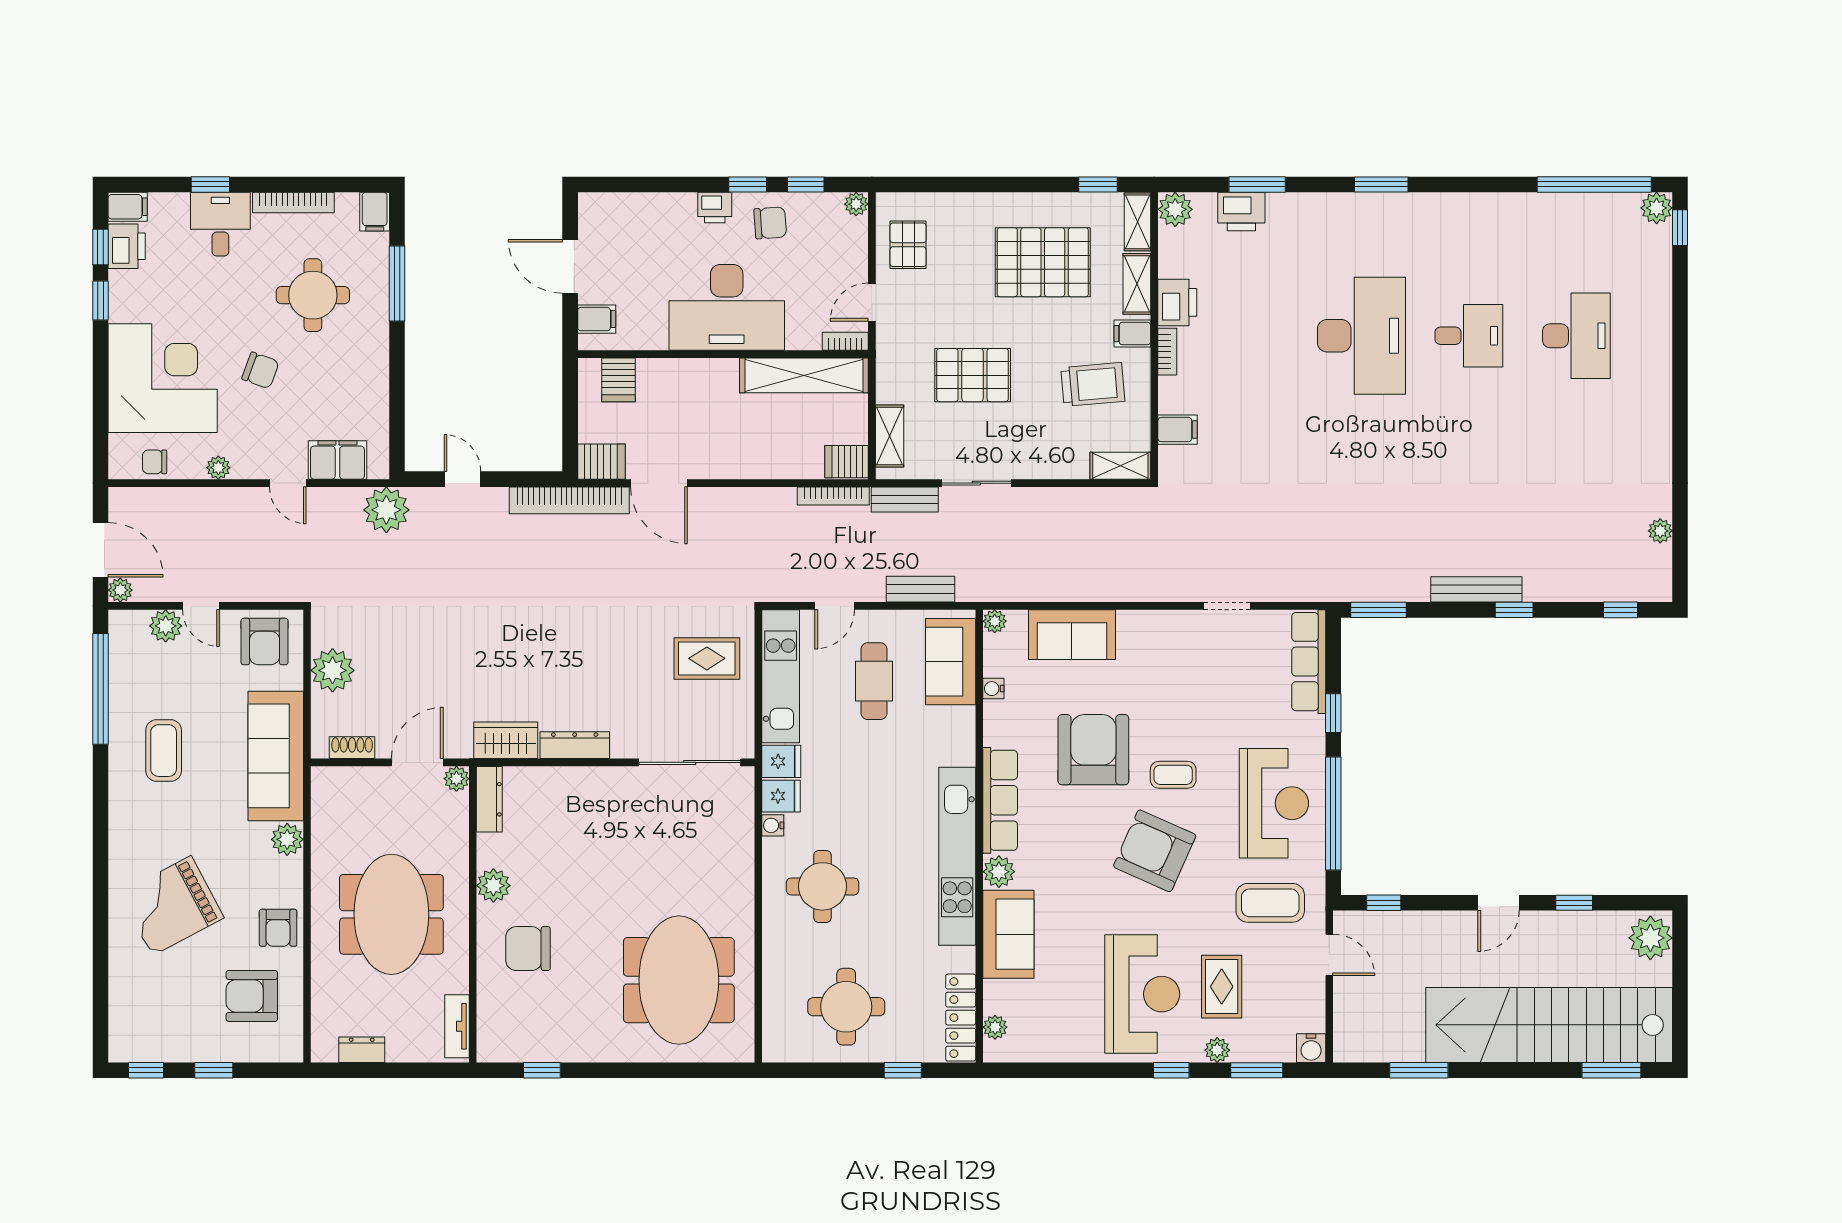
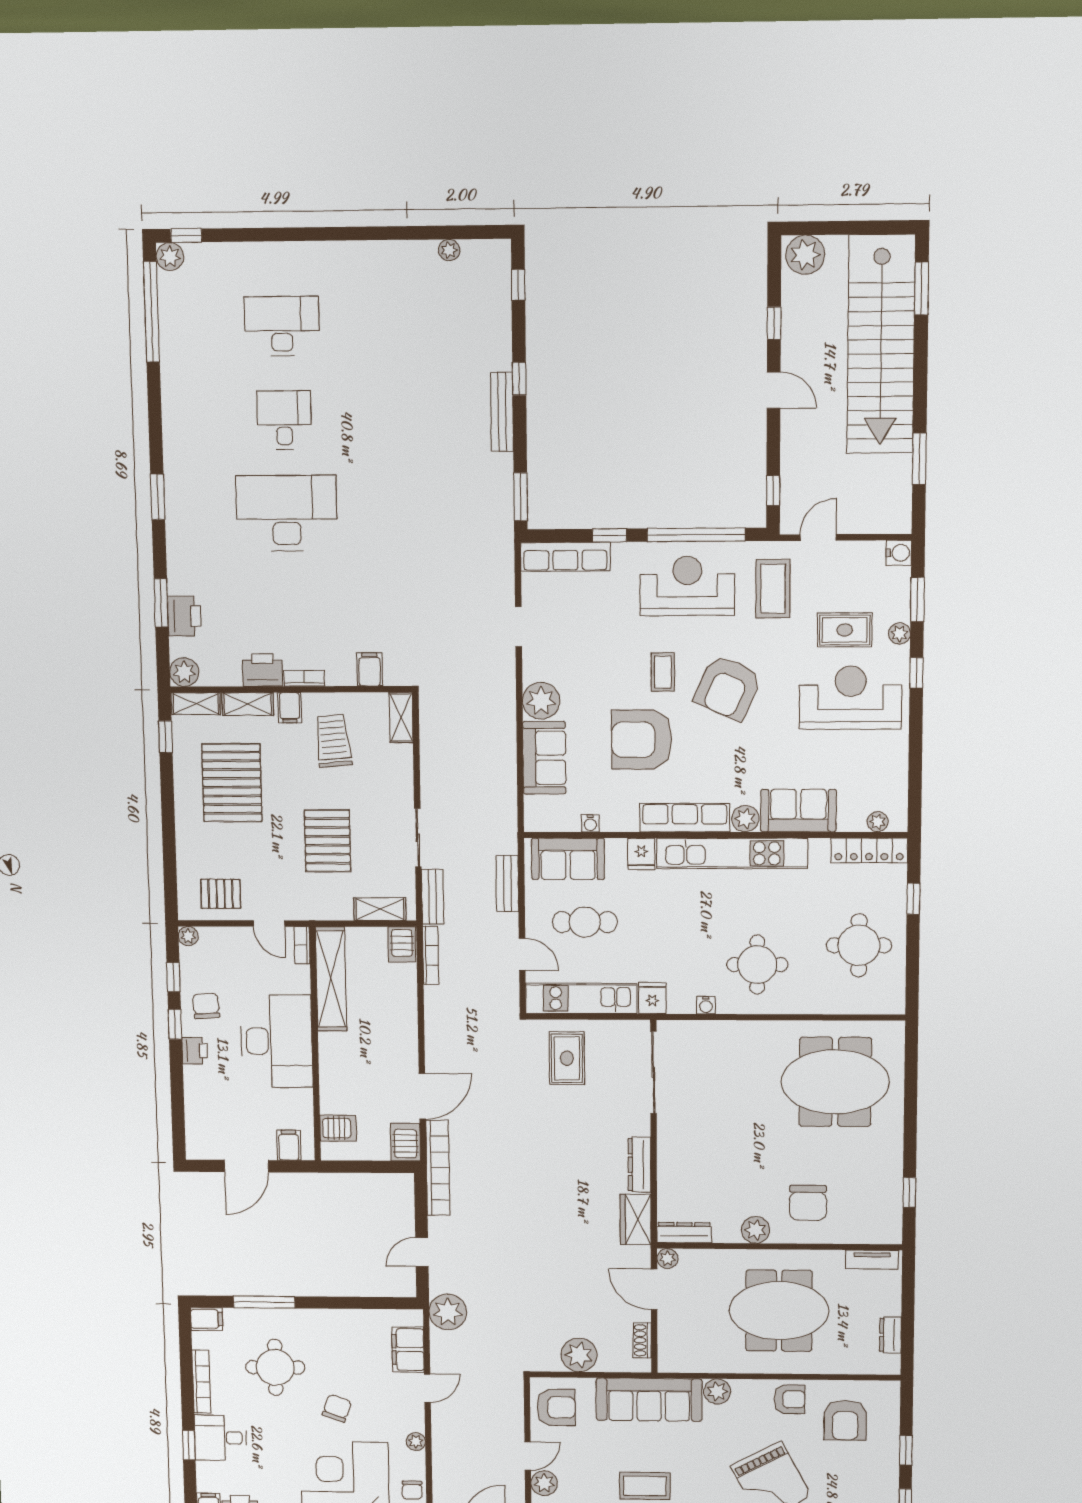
plant: (995, 621) -> (541, 701), moved, width x1.88, depth x1.88
fridge: (781, 796) -> (641, 854), moved, turned 180

